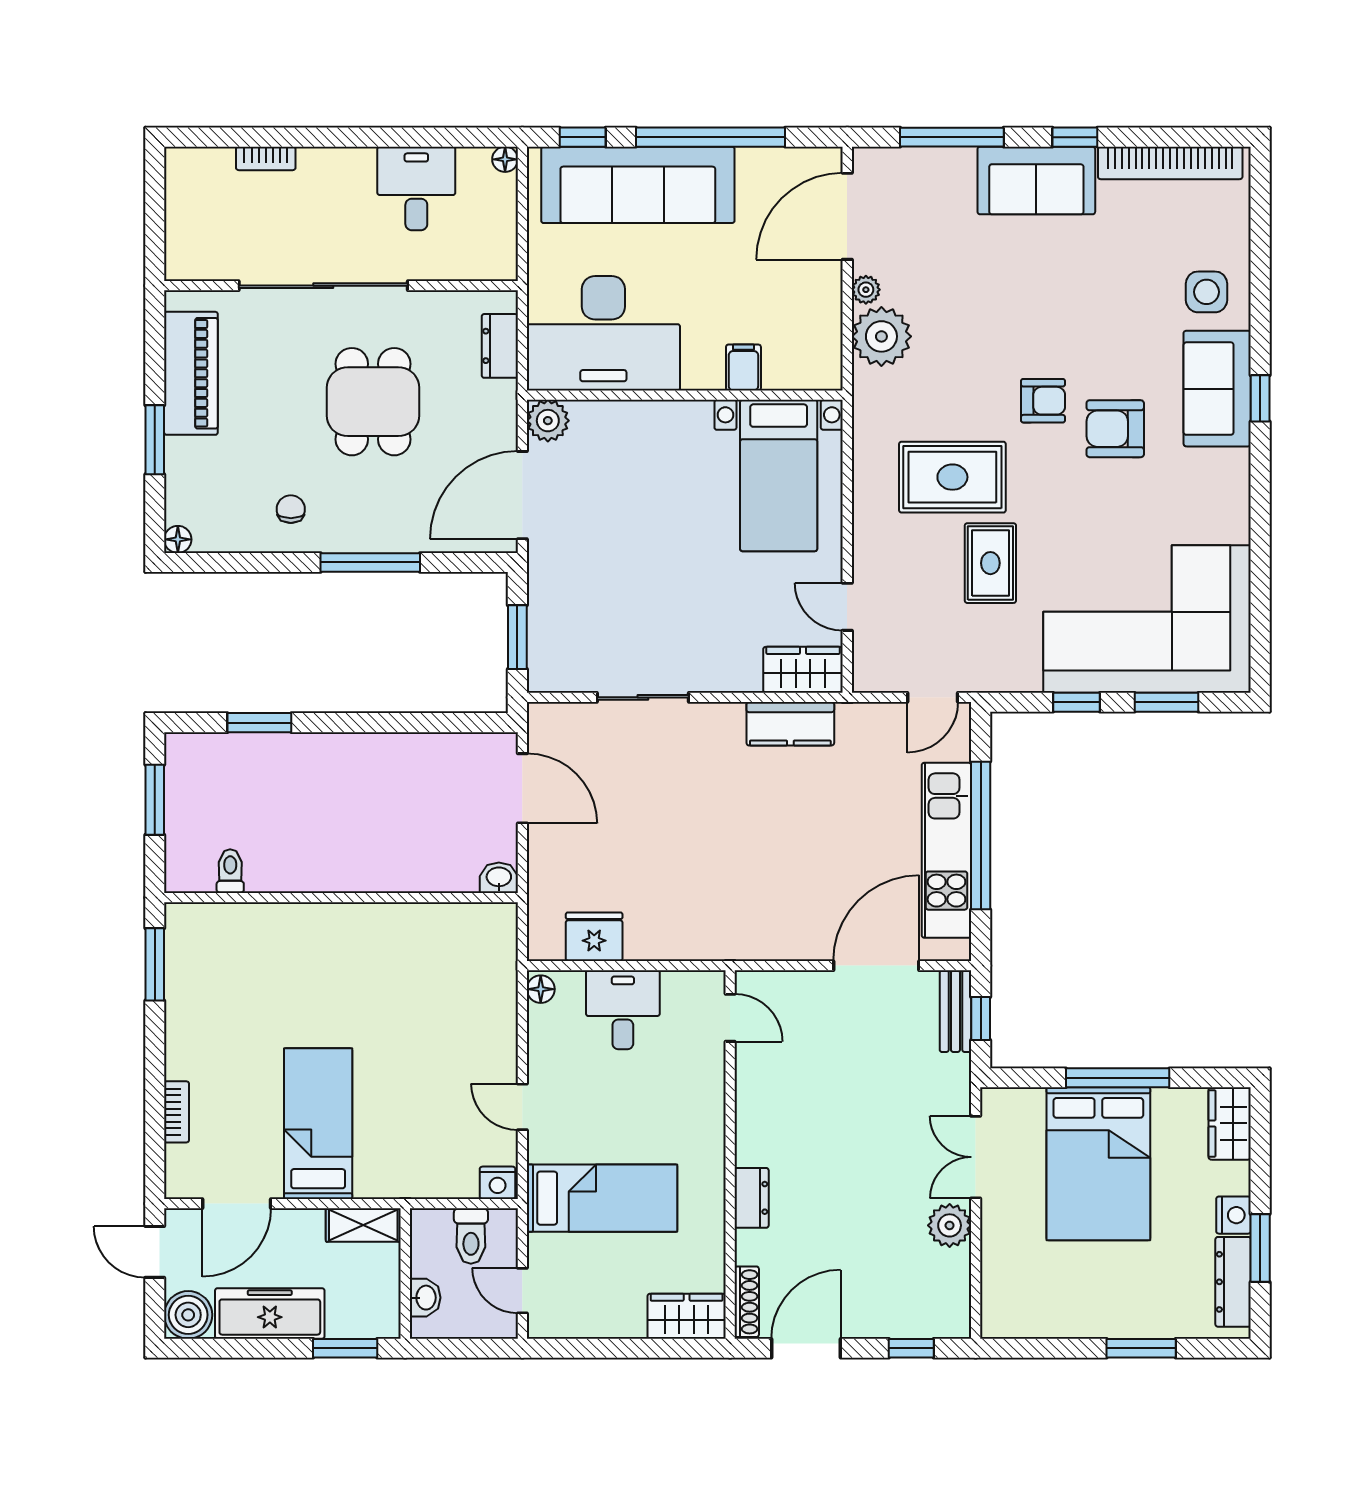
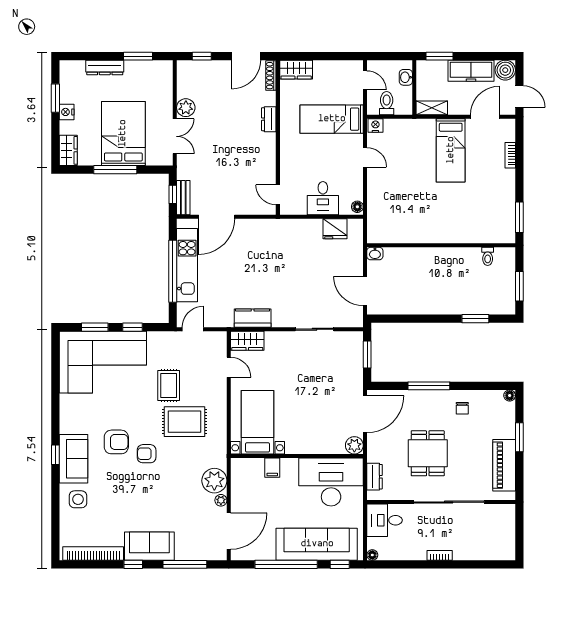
bookcase: (266, 158) -> (440, 555), moved
desk: (416, 188) -> (385, 520), moved, turned 90
dresser: (1233, 1282) -> (105, 67), moved, turned 90
window: (1141, 1348) -> (138, 56), moved

